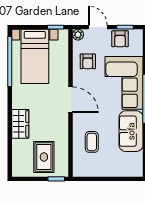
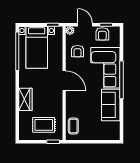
coffee table: (92, 142) -> (73, 126), moved
rug: (44, 157) -> (44, 125), turned 90

